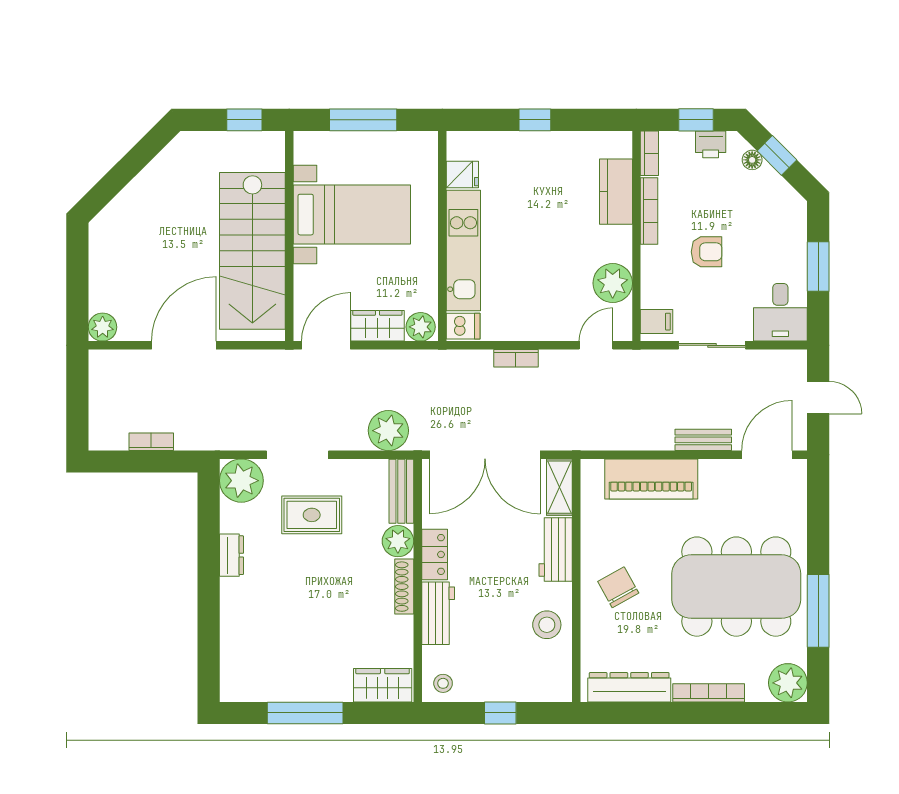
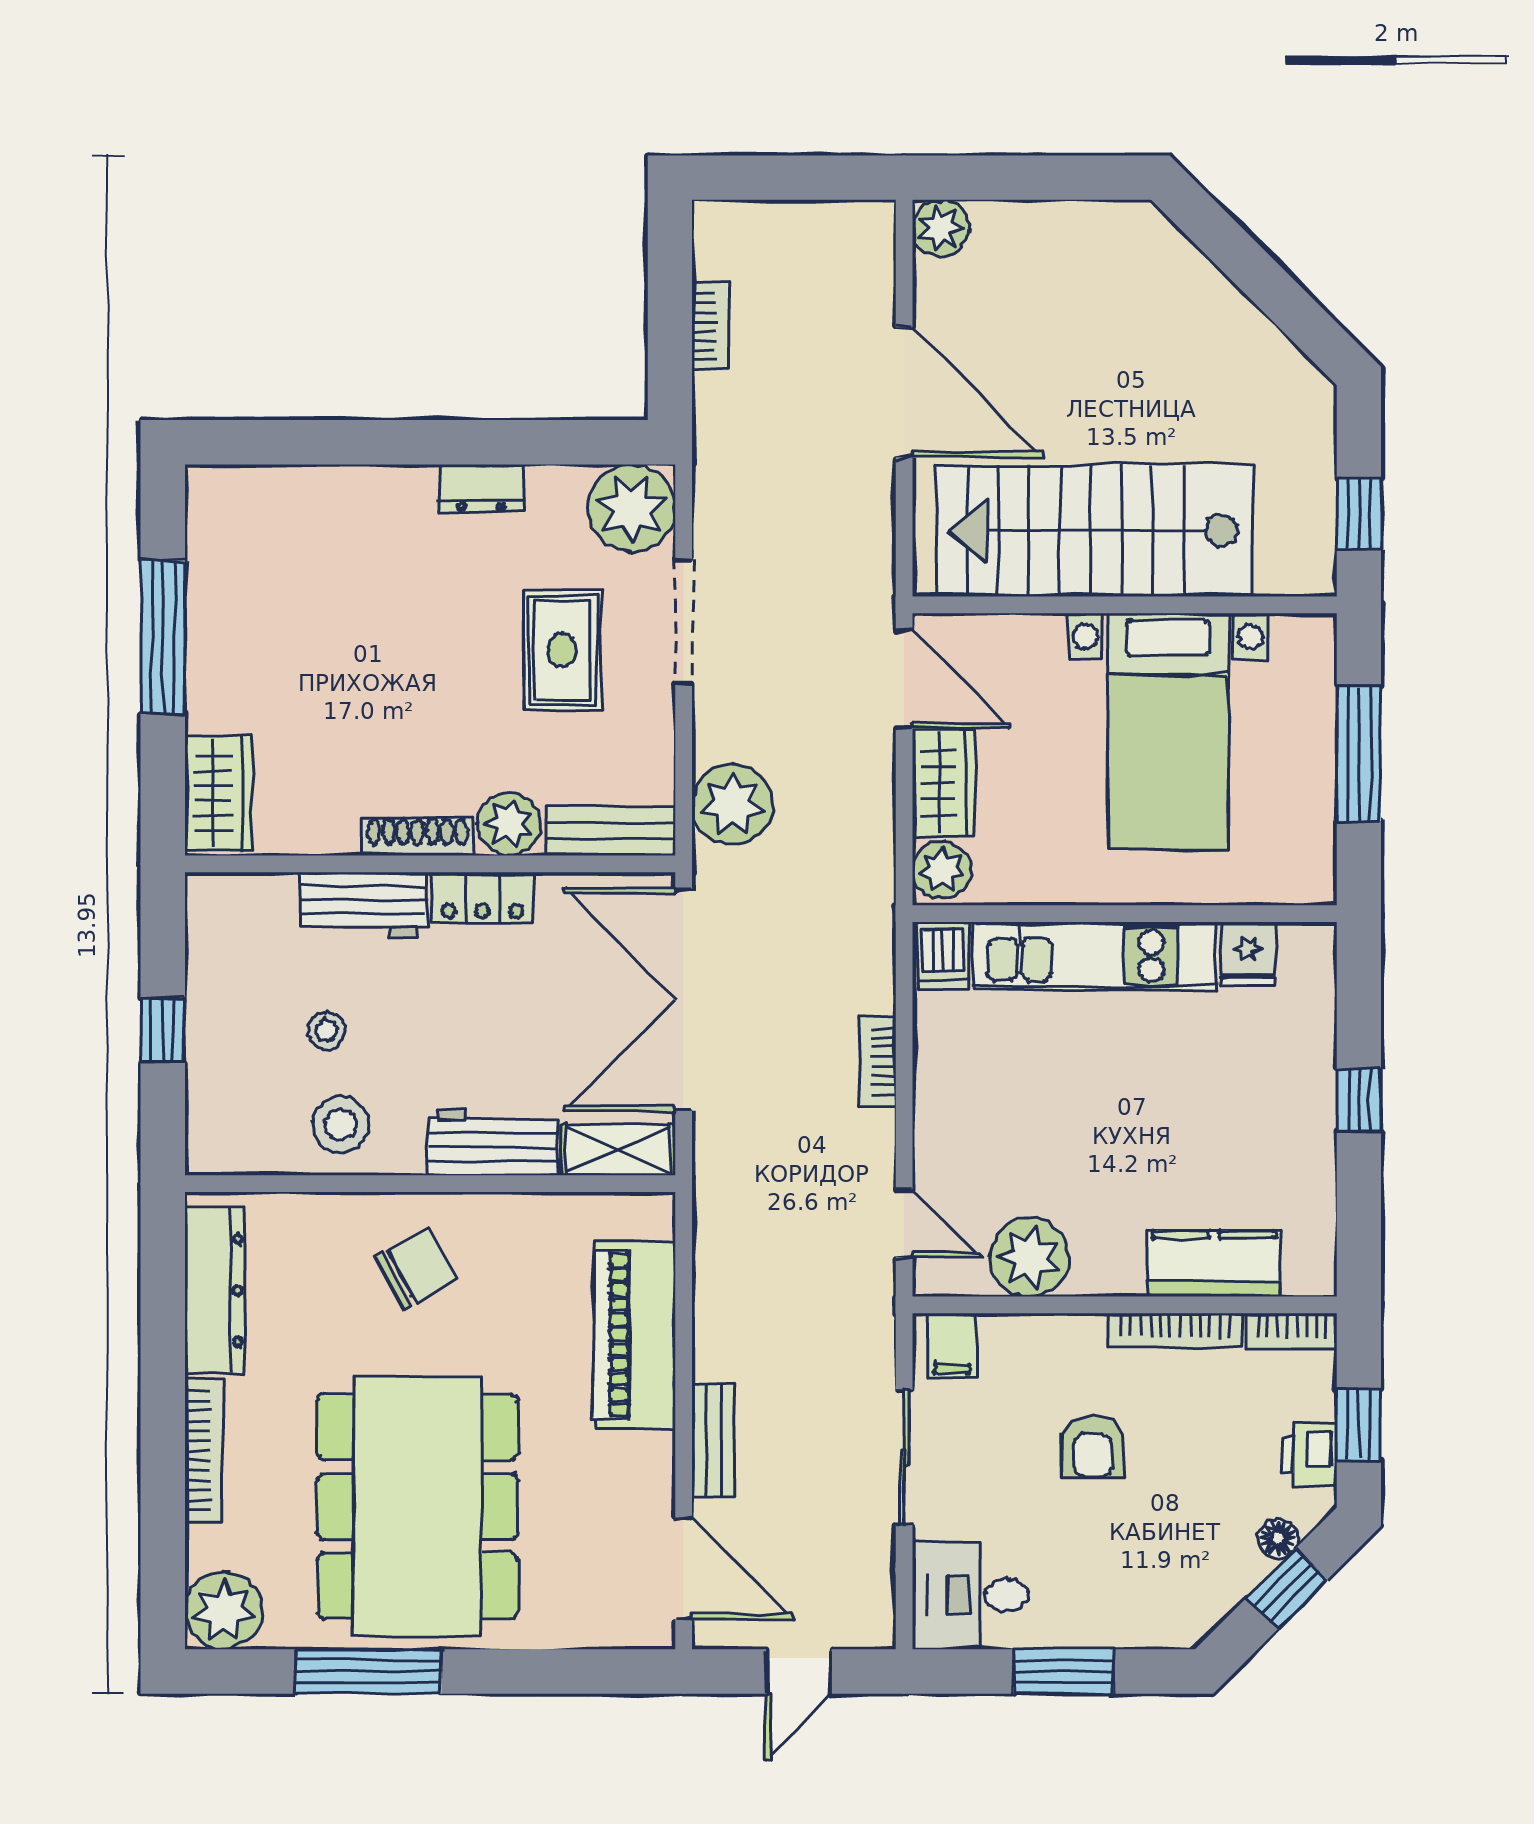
stool: (443, 683) -> (327, 1031), moved

